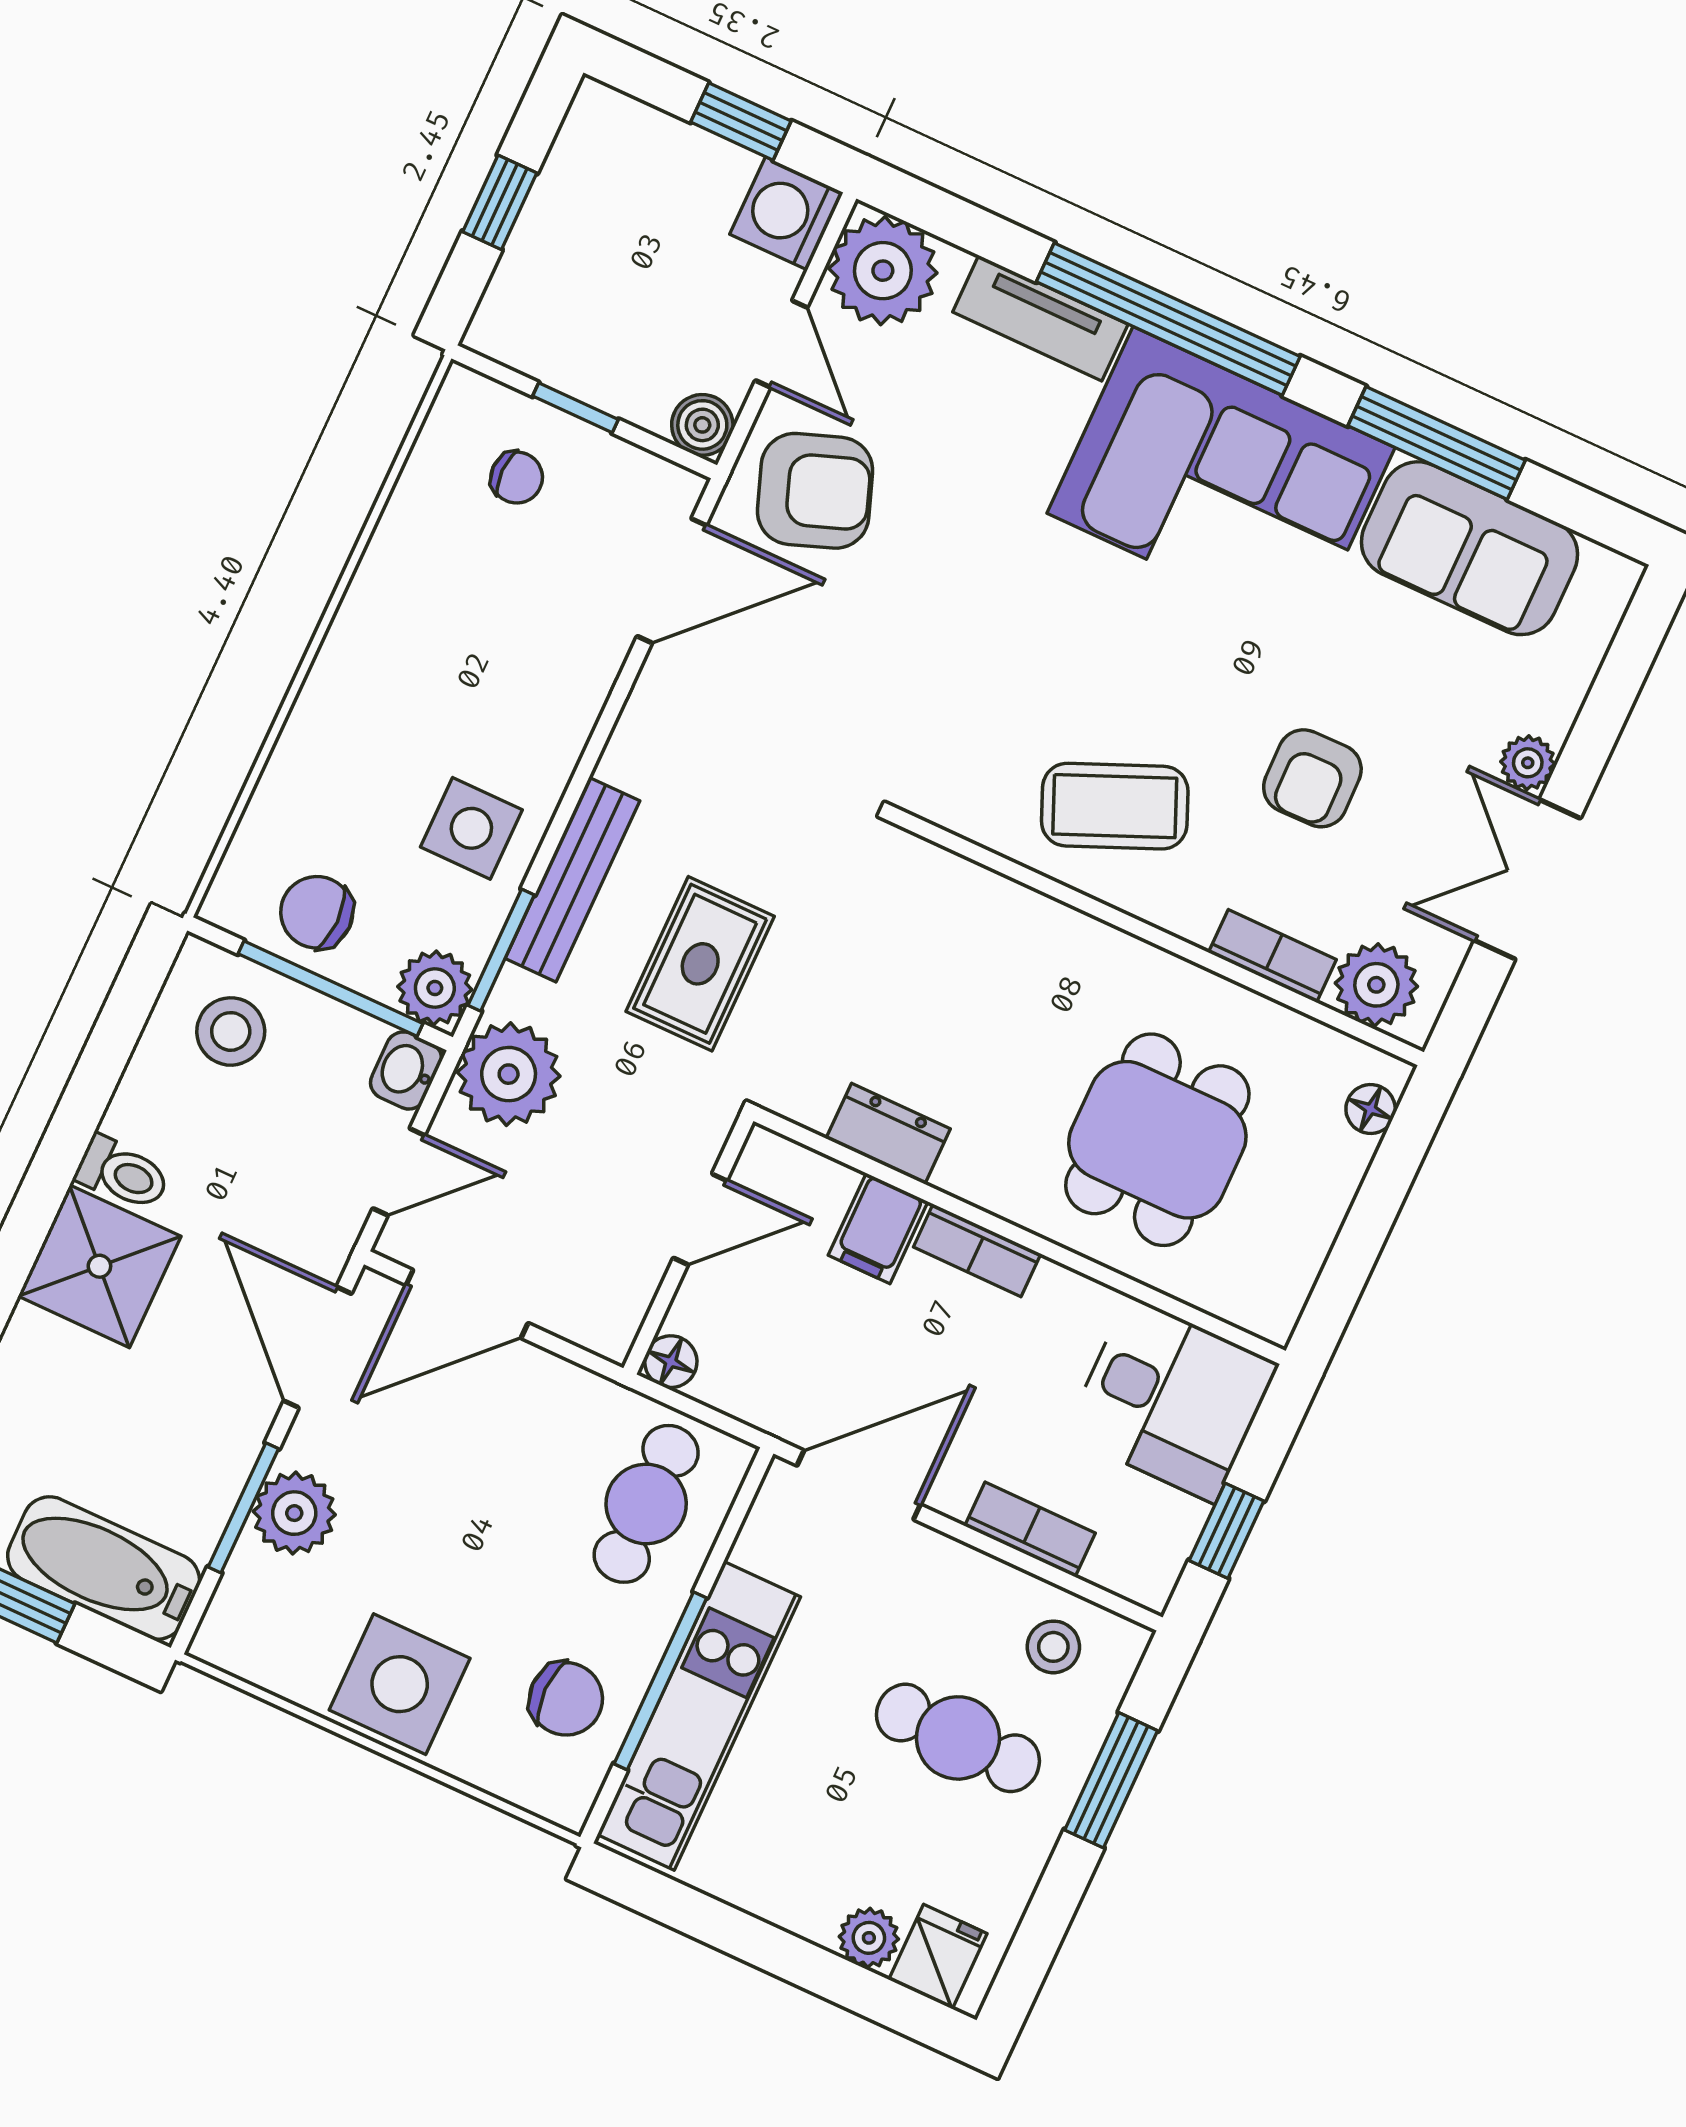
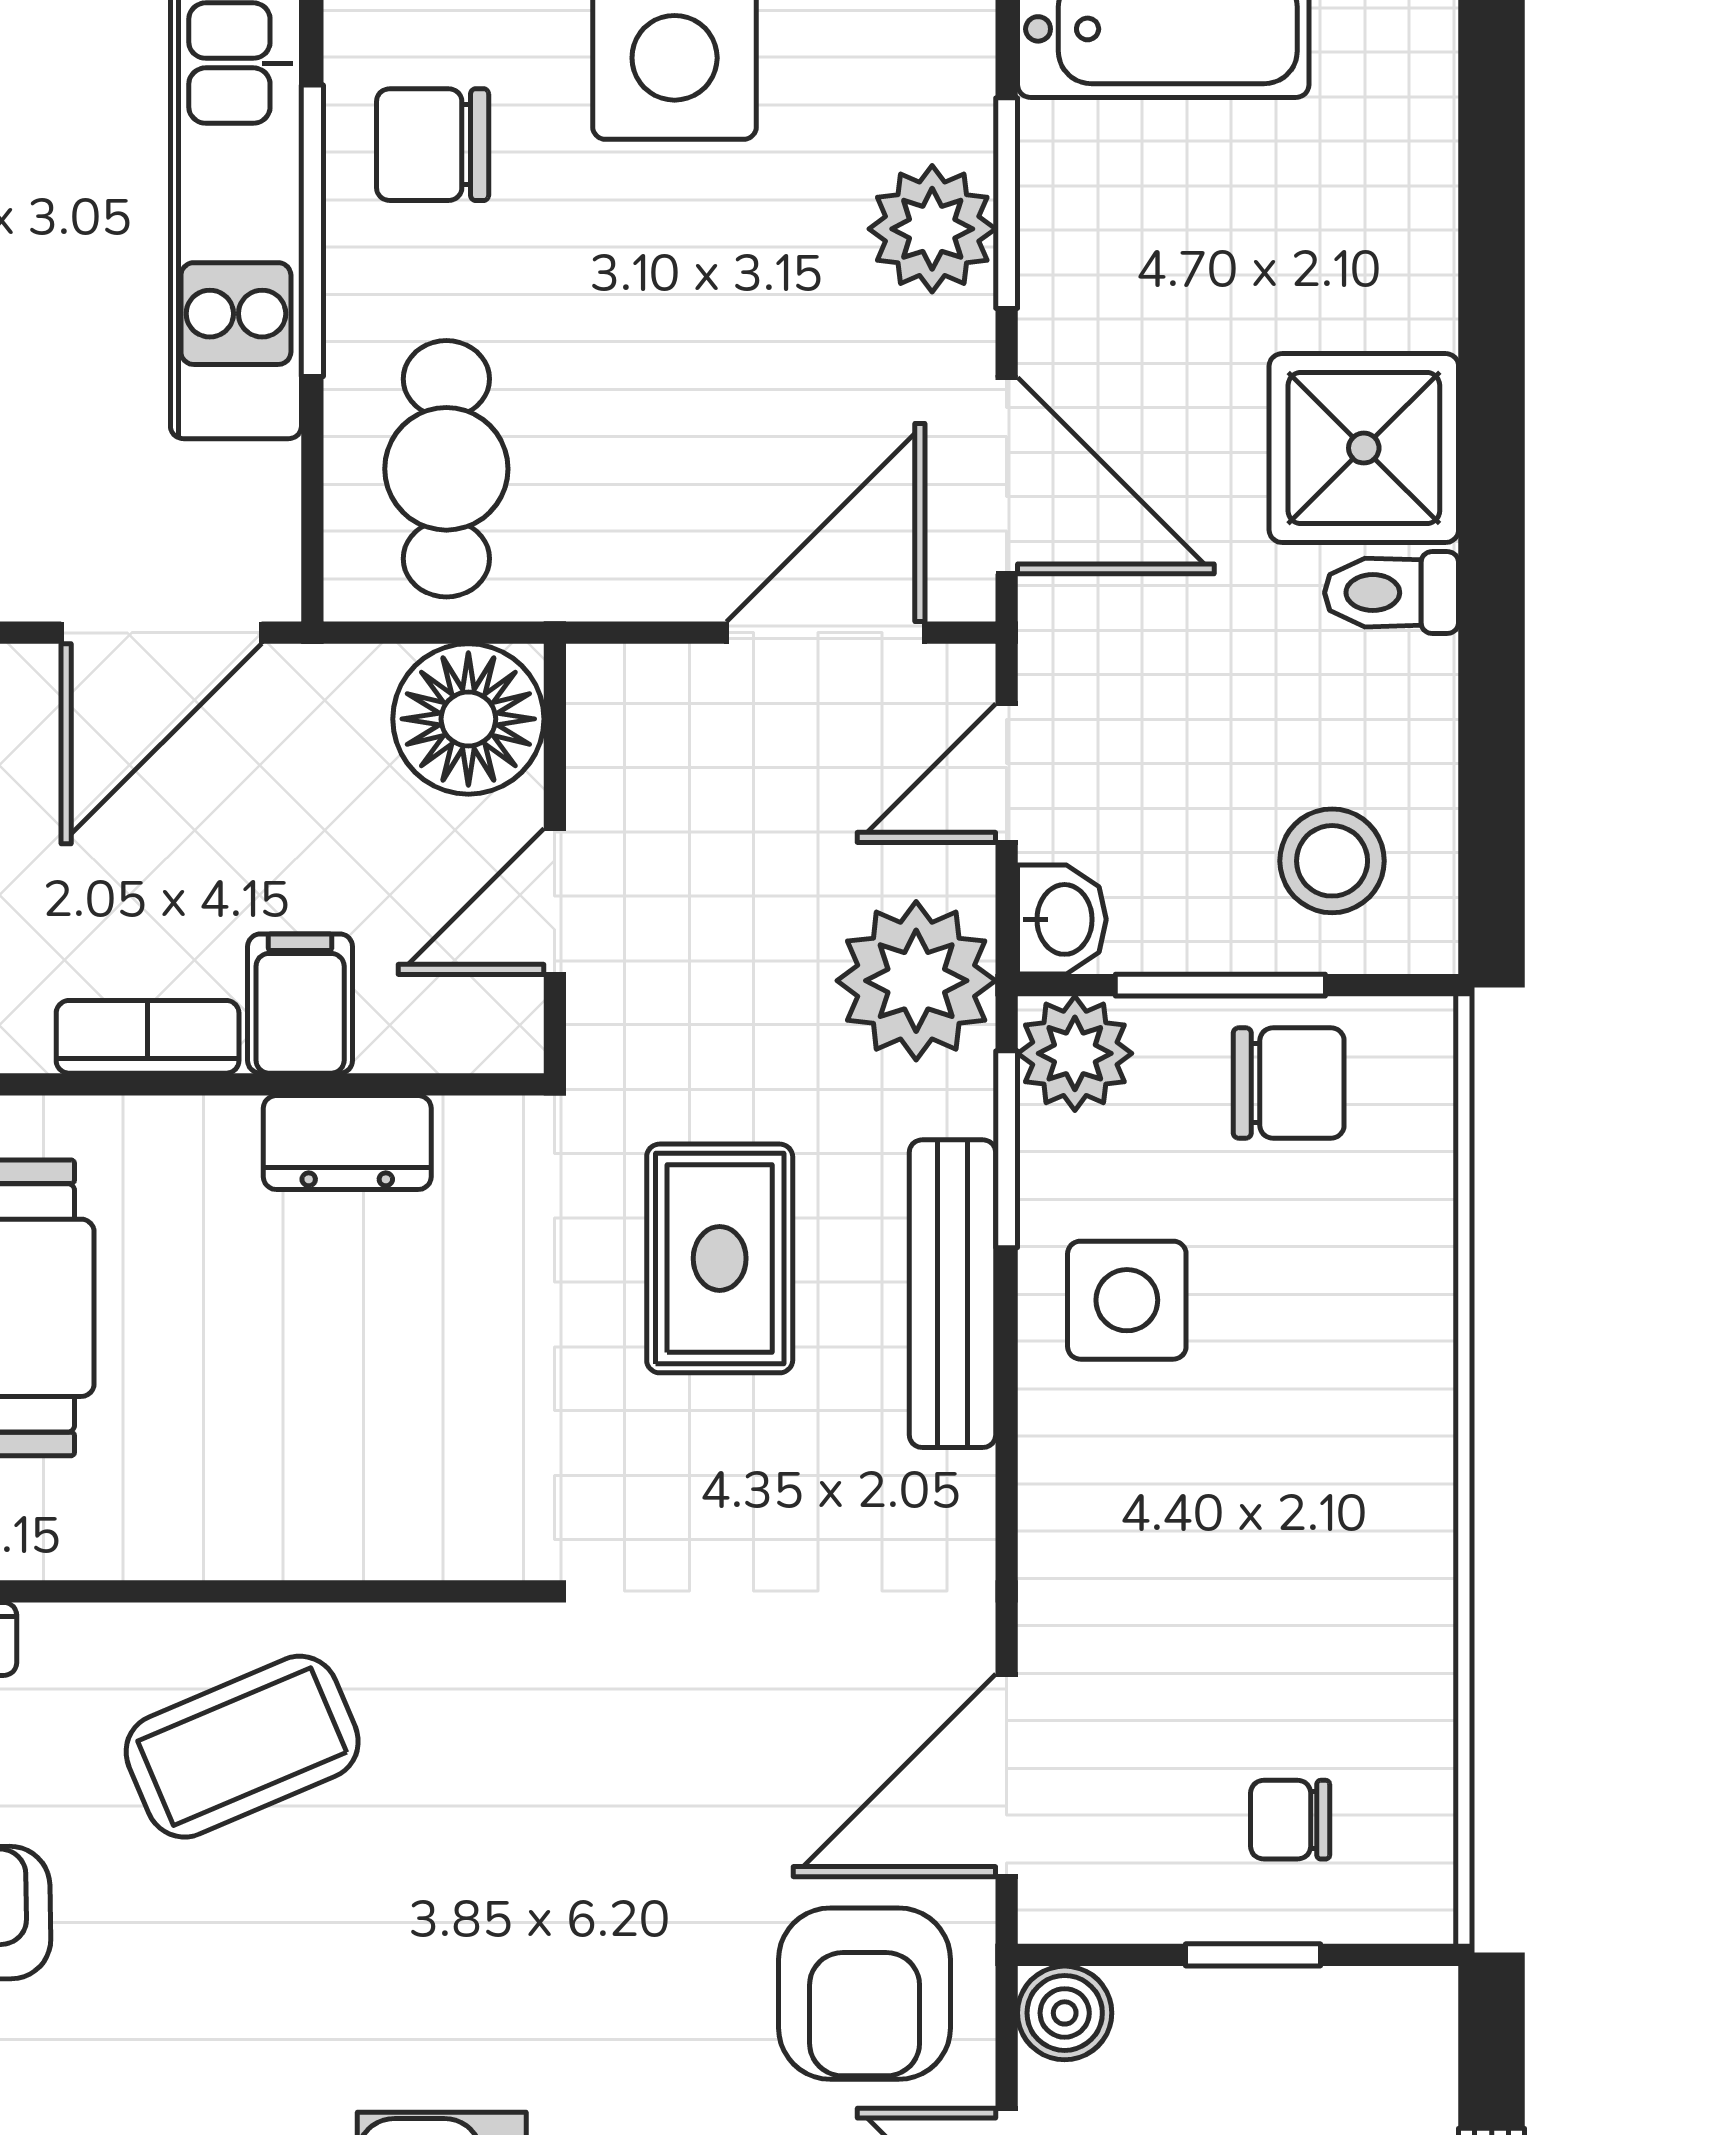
armchair: (815, 491) -> (865, 1994), turned -70
window: (330, 989) -> (1220, 985), width x0.69
floor lamp: (671, 1362) -> (468, 719), width x1.89, depth x1.89

